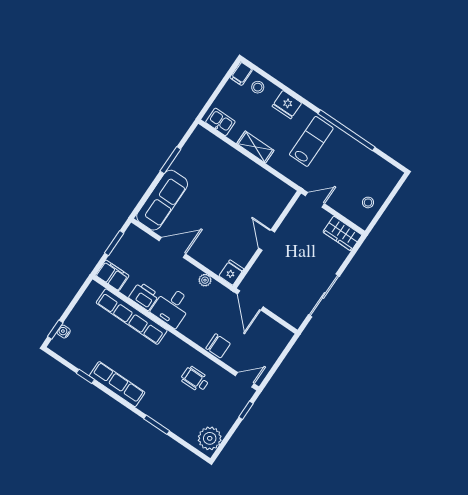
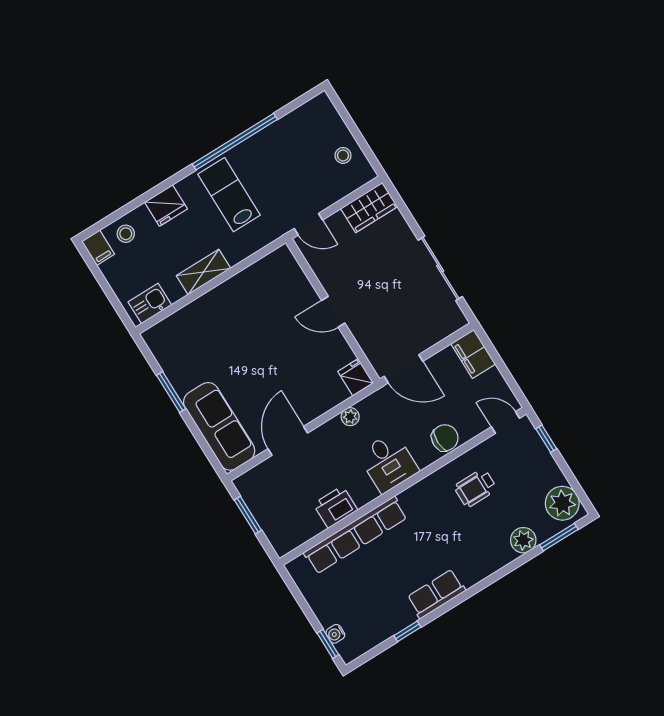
door: (315, 200) -> (308, 224), swing flipped
filing cabinet: (112, 275) -> (473, 354), moved, turned -90
desk: (172, 307) -> (388, 462), moved
door: (245, 380) -> (505, 422), hinge flipped
row of seats: (117, 384) -> (436, 594), width x0.68
plant: (175, 424) -> (523, 540), added
window: (157, 425) -> (559, 537), moved

